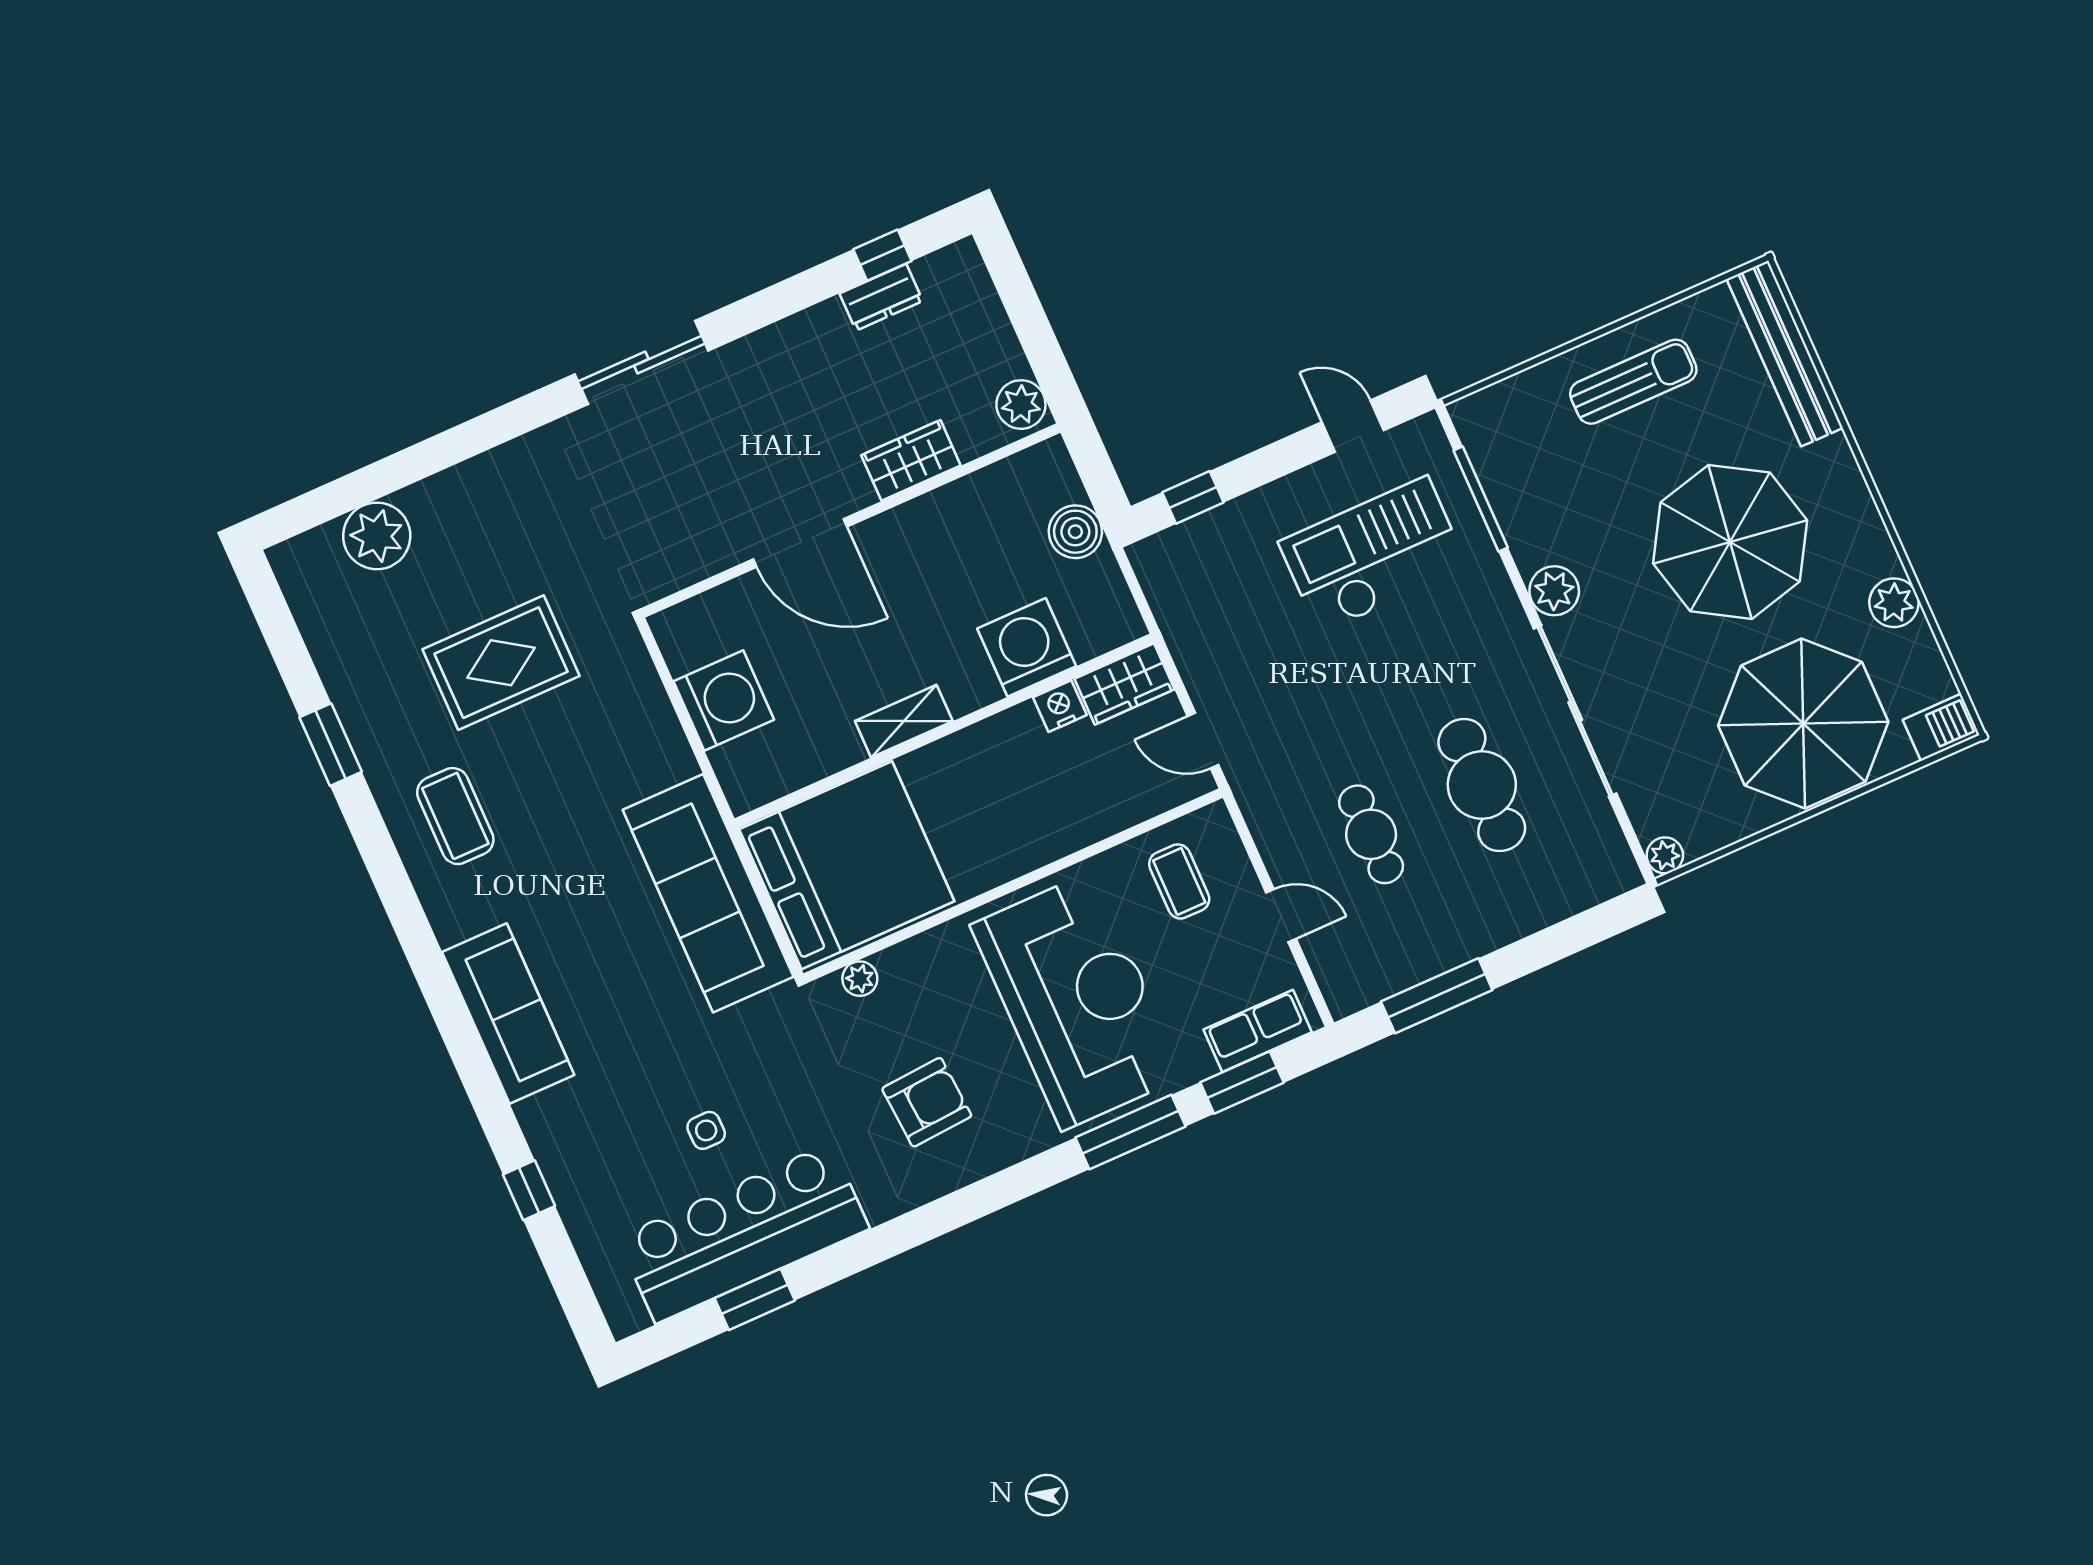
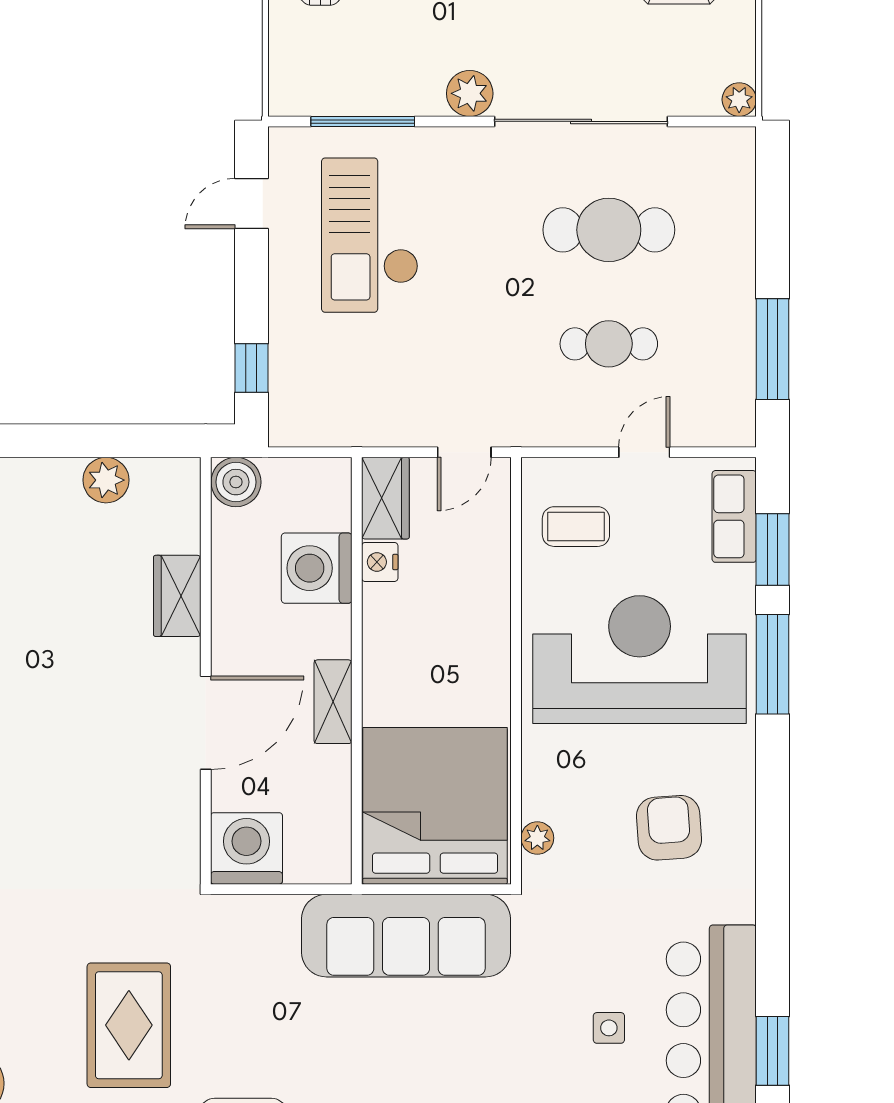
wardrobe: (911, 460) -> (177, 596), moved
wall: (851, 520) -> (206, 671), moved
door: (800, 543) -> (206, 723), moved

